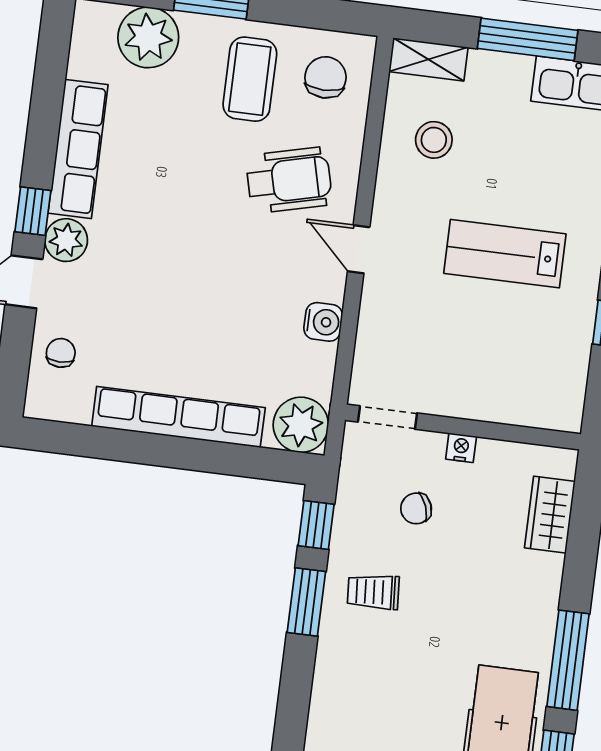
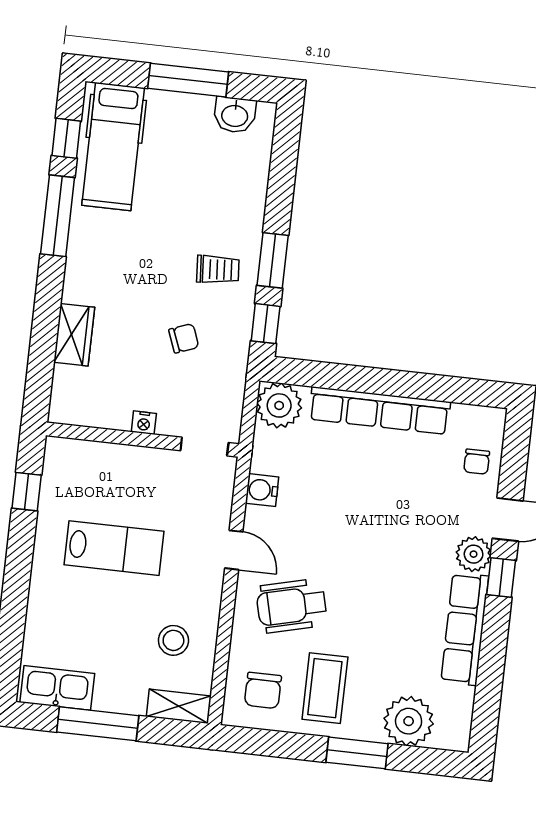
doorway: (387, 418) -> (204, 447), moved
wall: (463, 427) -> (142, 440), moved
nightstand: (461, 448) -> (144, 423), moved

